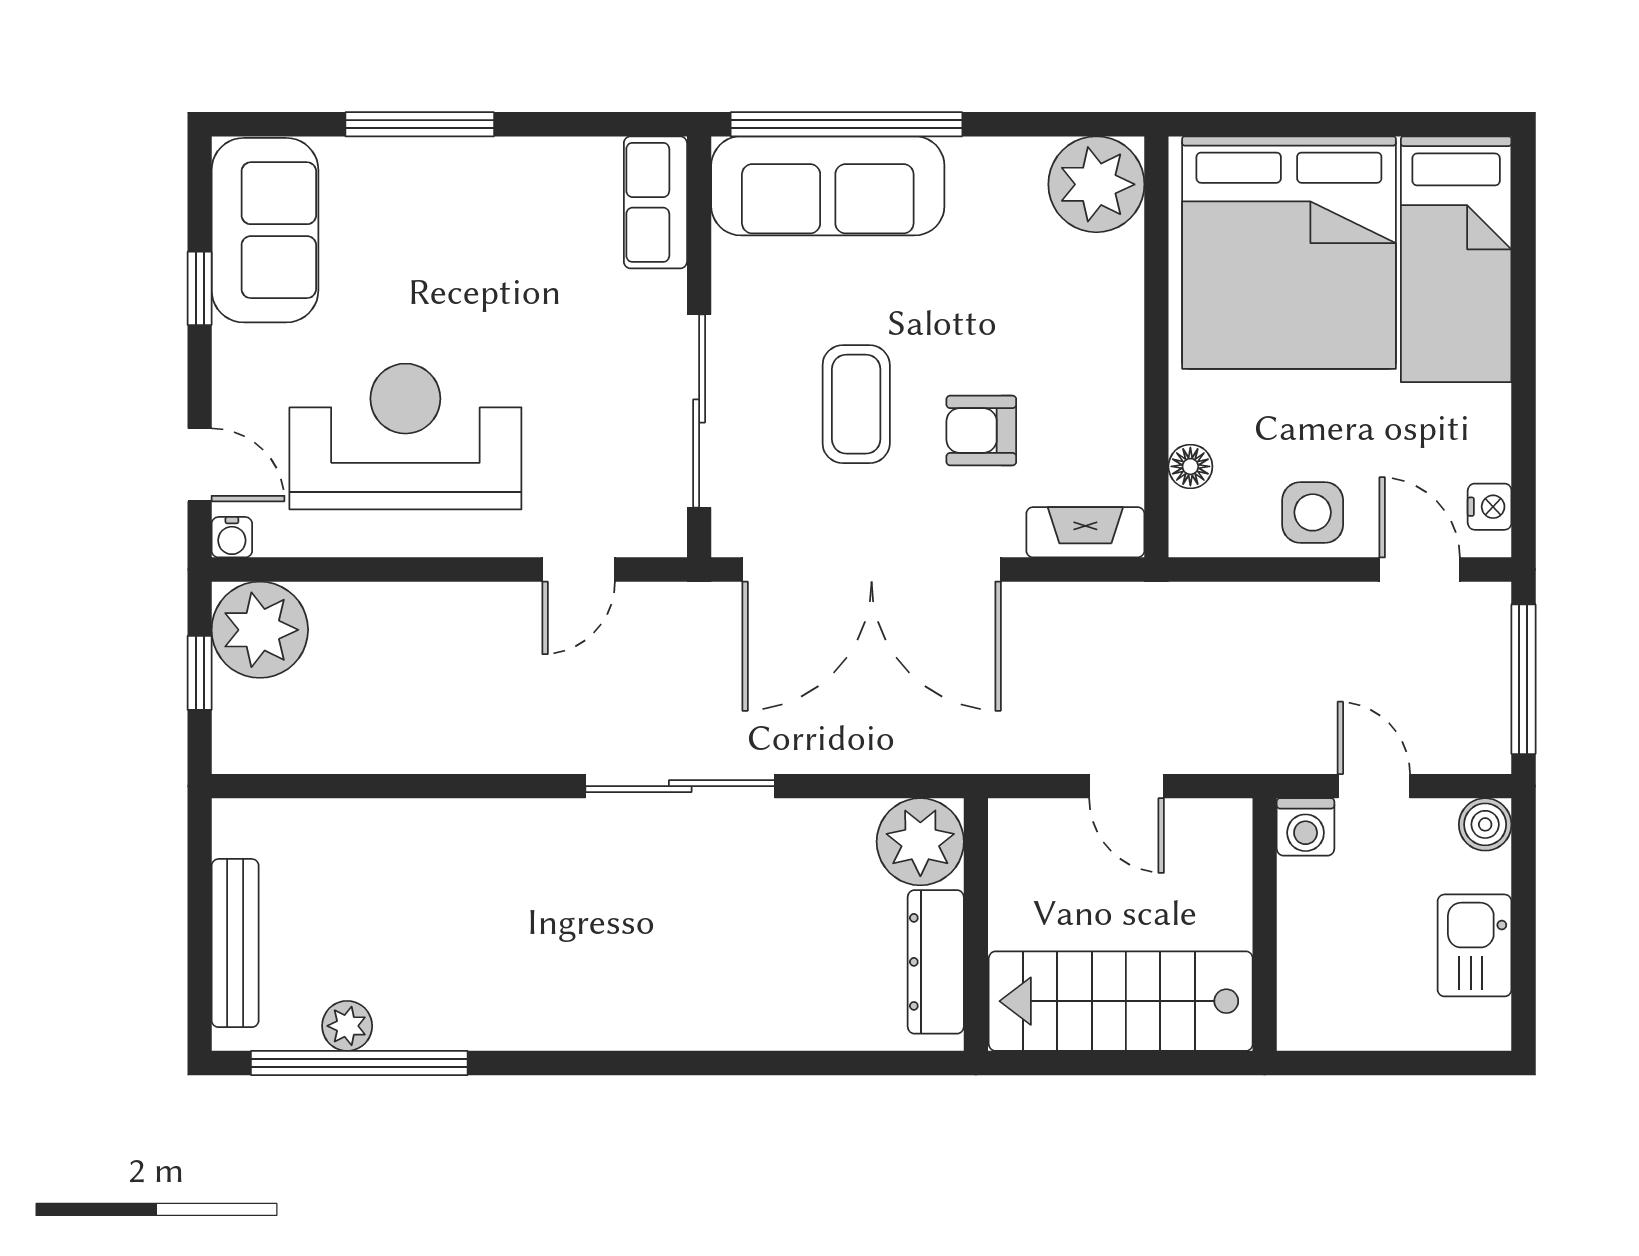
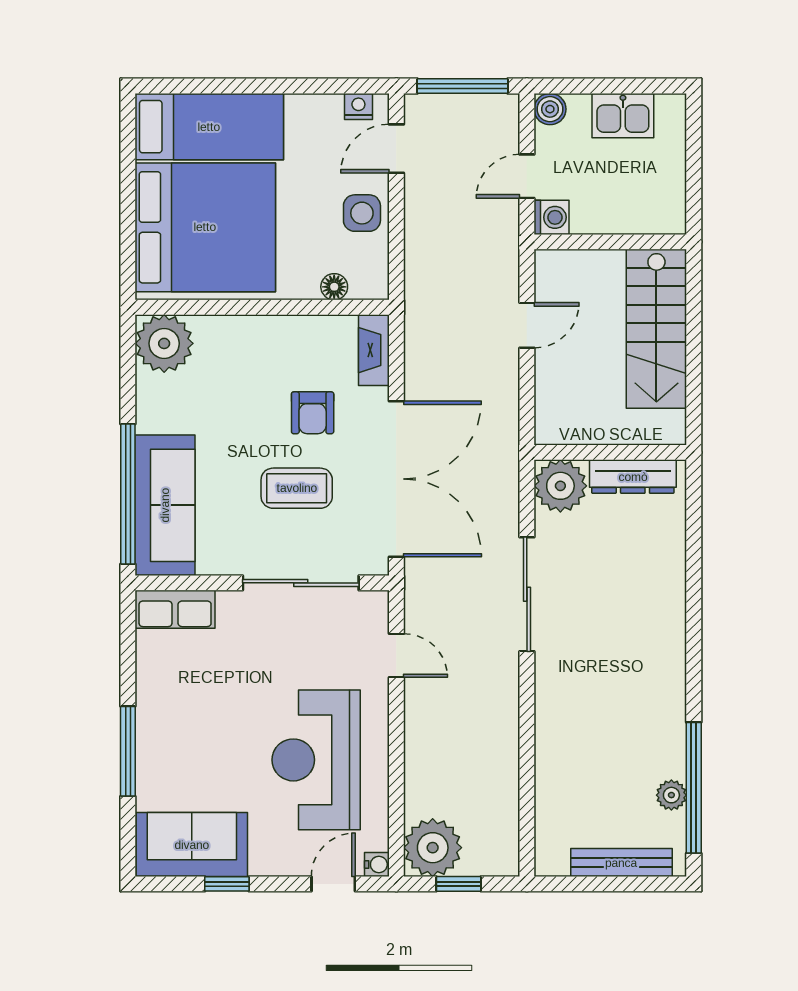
plant: (920, 842) -> (560, 486), moved
wall: (976, 925) -> (610, 452), moved
dresser: (936, 962) -> (633, 477), moved

